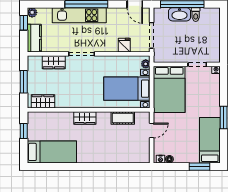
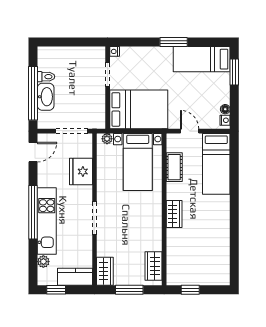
plant: (32, 12) -> (43, 262), moved
fridge: (124, 45) -> (81, 172), width x1.88, depth x1.34
wardrobe: (54, 62) -> (105, 271), moved
bed: (52, 152) -> (216, 164), moved, turned 180

